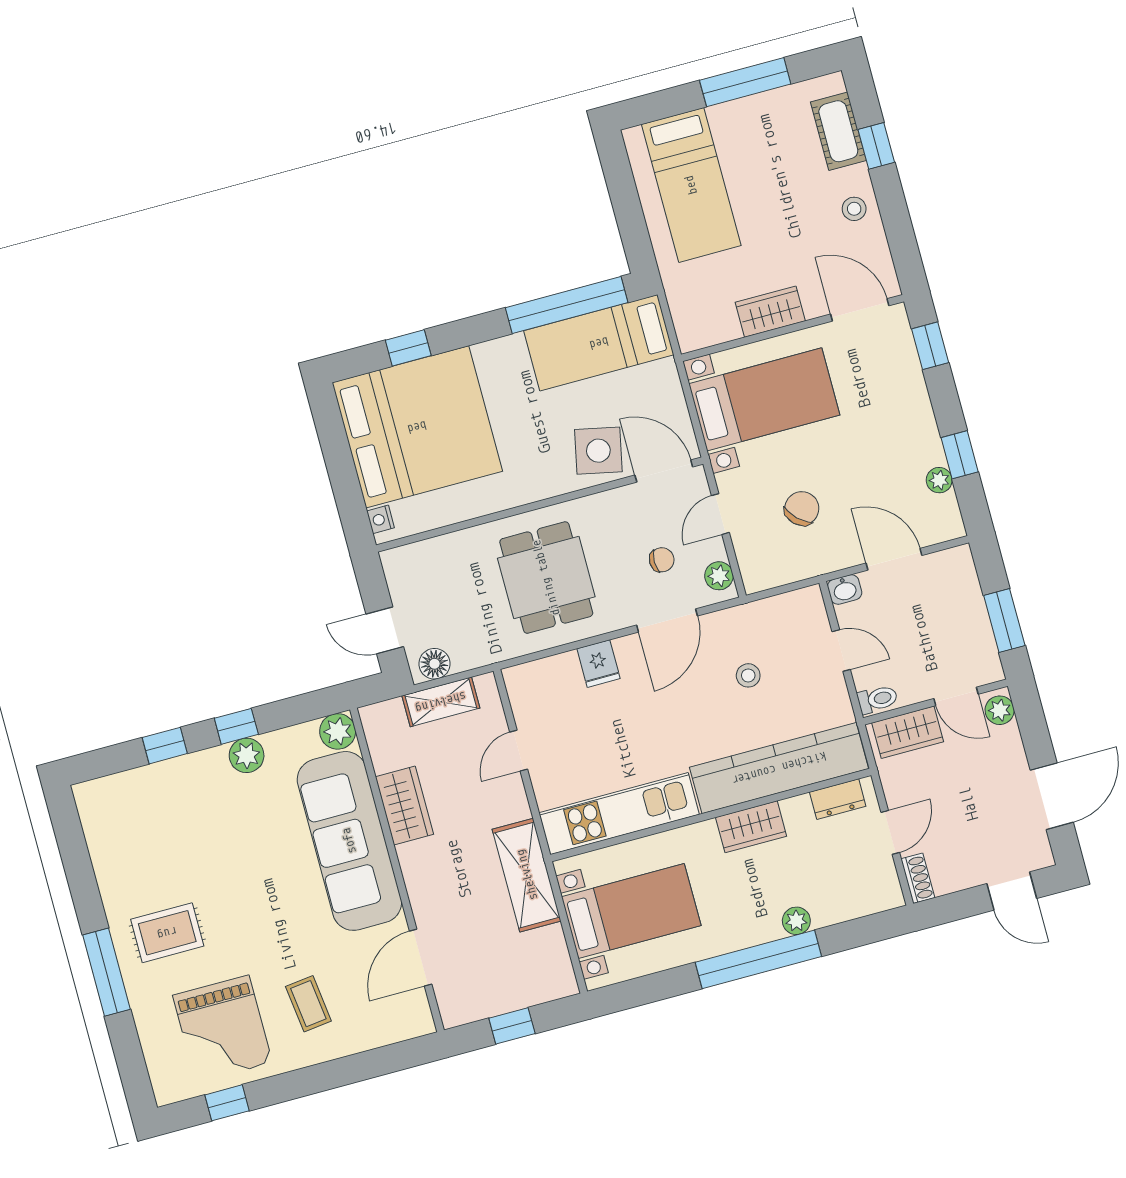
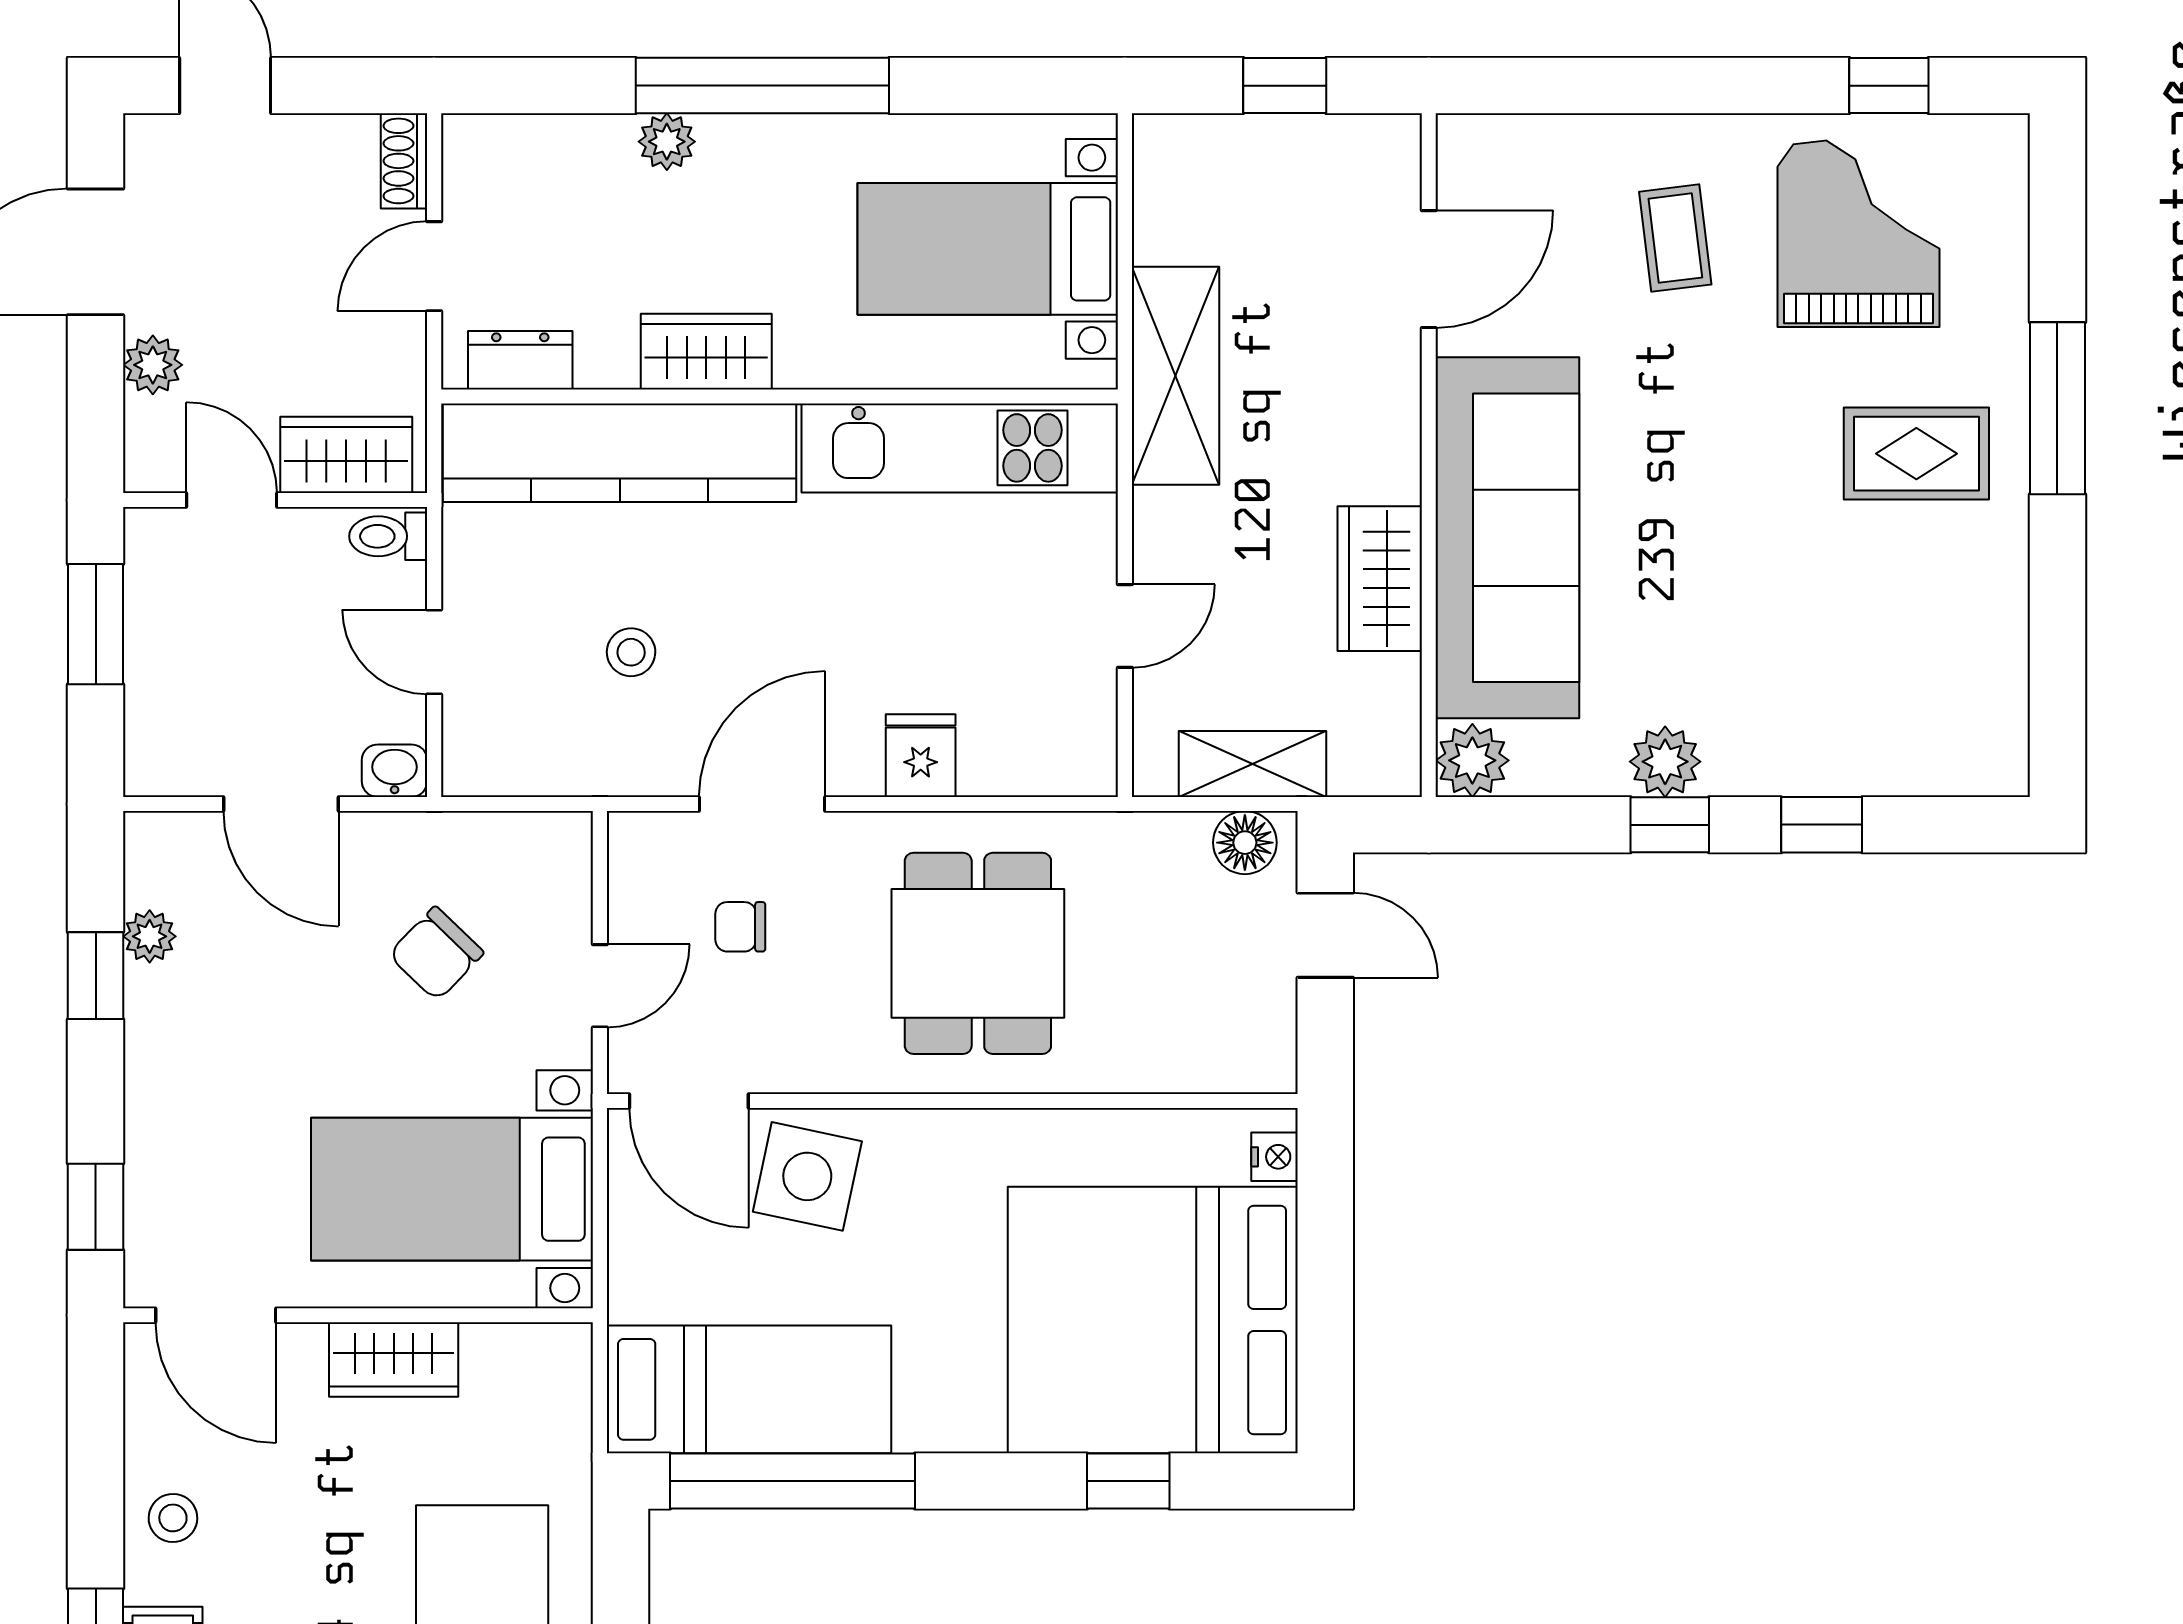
plant: (719, 576) -> (636, 865), removed
plant: (1000, 710) -> (153, 365), moved

